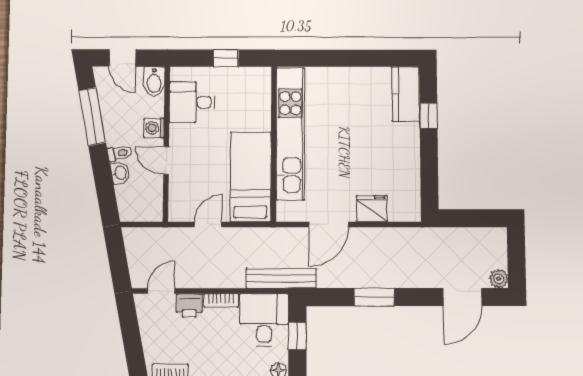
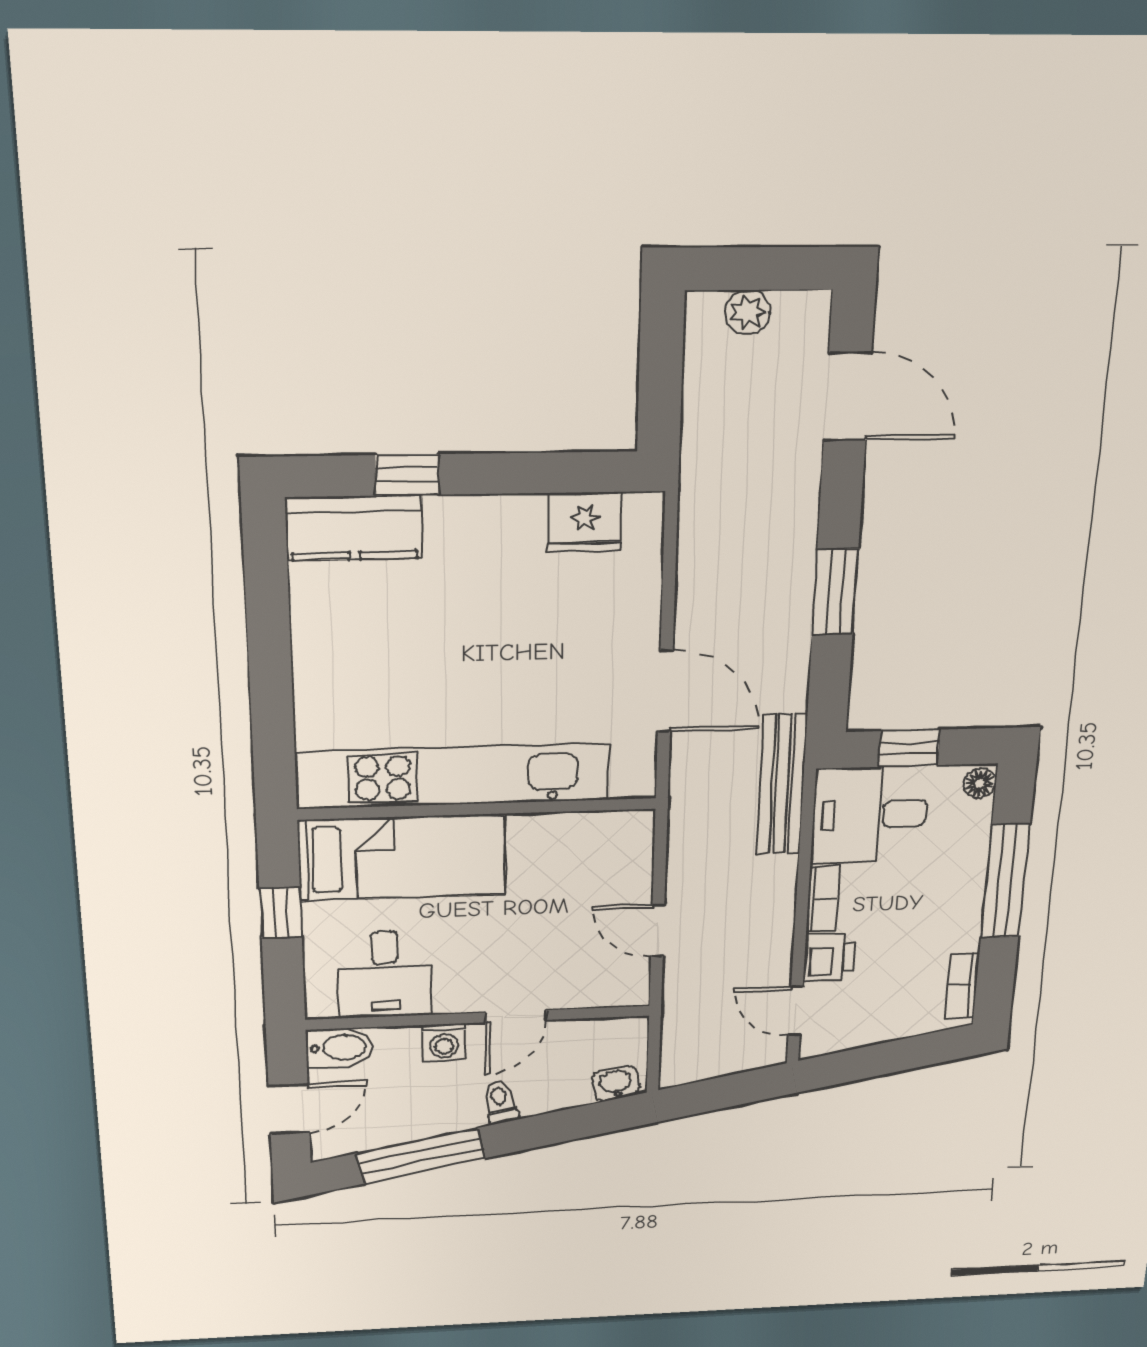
washbasin: (120, 173) -> (616, 1083), moved
bed: (251, 177) -> (402, 857), moved, turned 180
fridge: (372, 209) -> (585, 522), moved, turned -90
plant: (499, 279) -> (748, 312), moved

